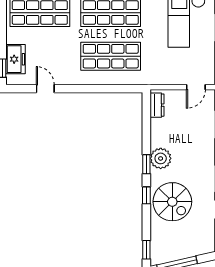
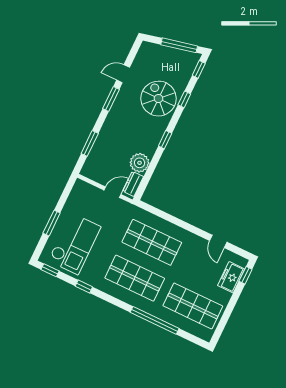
door: (196, 87) -> (112, 192), moved
plant: (161, 158) -> (140, 163), moved
window: (146, 195) -> (184, 99), moved

